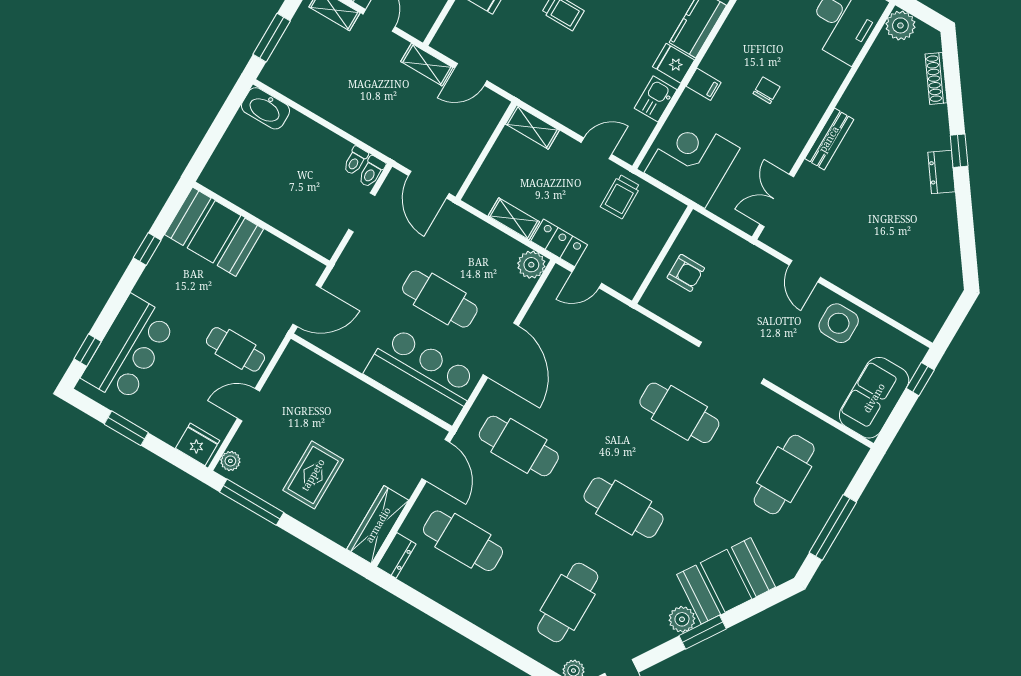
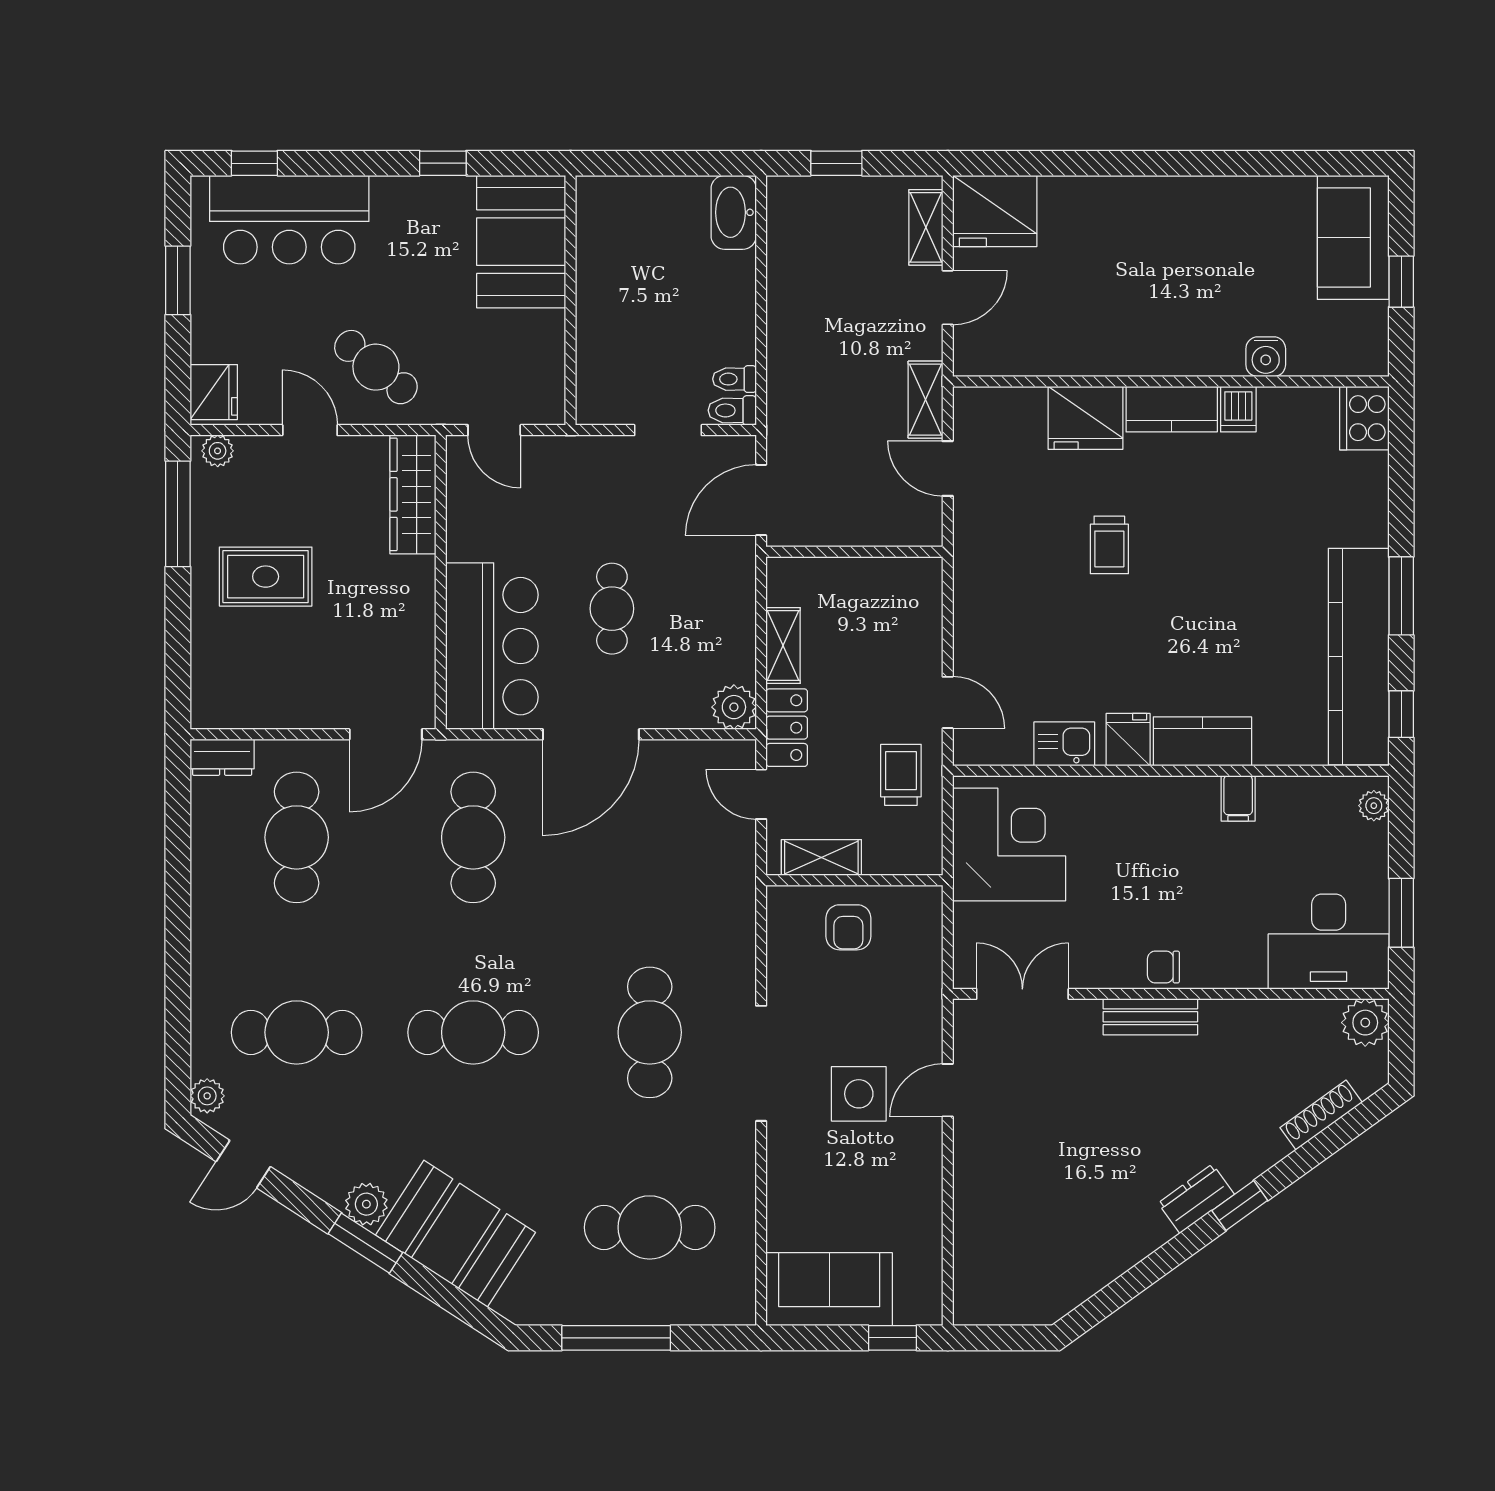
window: (272, 38) -> (836, 163), width x0.67
filing cabinet: (704, 84) -> (1238, 798), moved
chair: (766, 90) -> (1163, 967), moved, turned 180
shelving: (532, 127) -> (821, 857), moved, turned 90
trolley: (621, 196) -> (901, 775), turned 91
cafe table: (440, 299) -> (612, 609), width x0.73, depth x0.74
door: (307, 306) -> (494, 430), width x0.73
side table: (839, 323) -> (859, 1094), moved
cafe table: (235, 349) -> (376, 367), turned -51
cafe table: (624, 508) -> (473, 1032), turned 90
wardrobe: (378, 525) -> (413, 494), moved, turned -90

